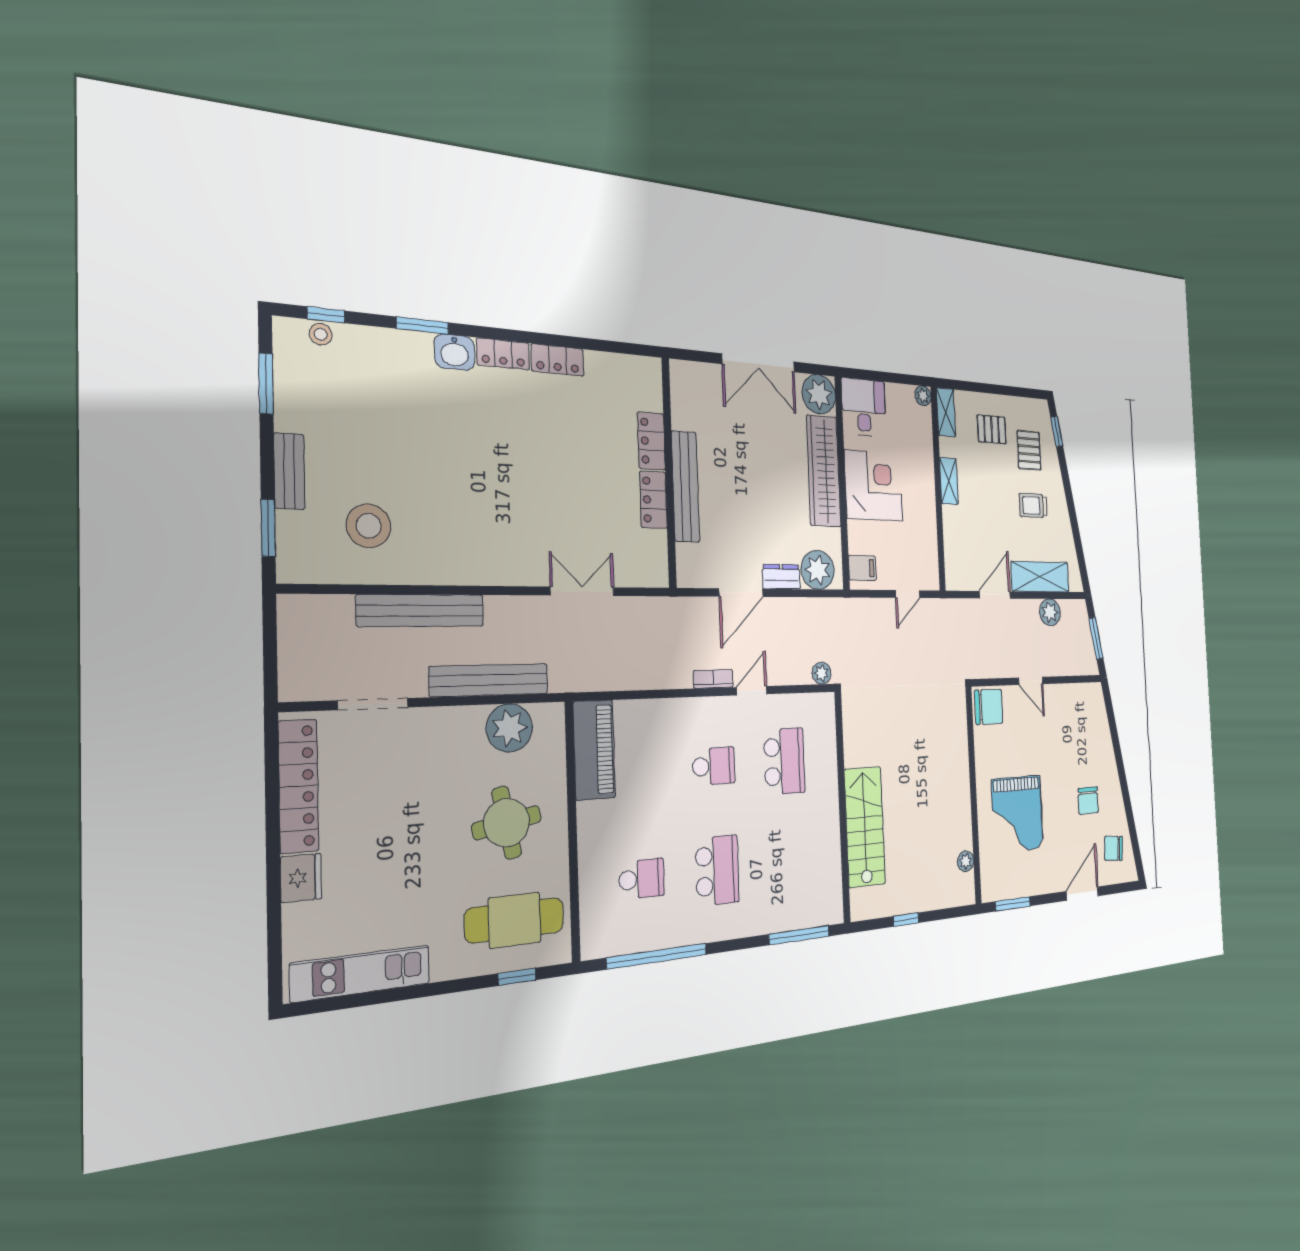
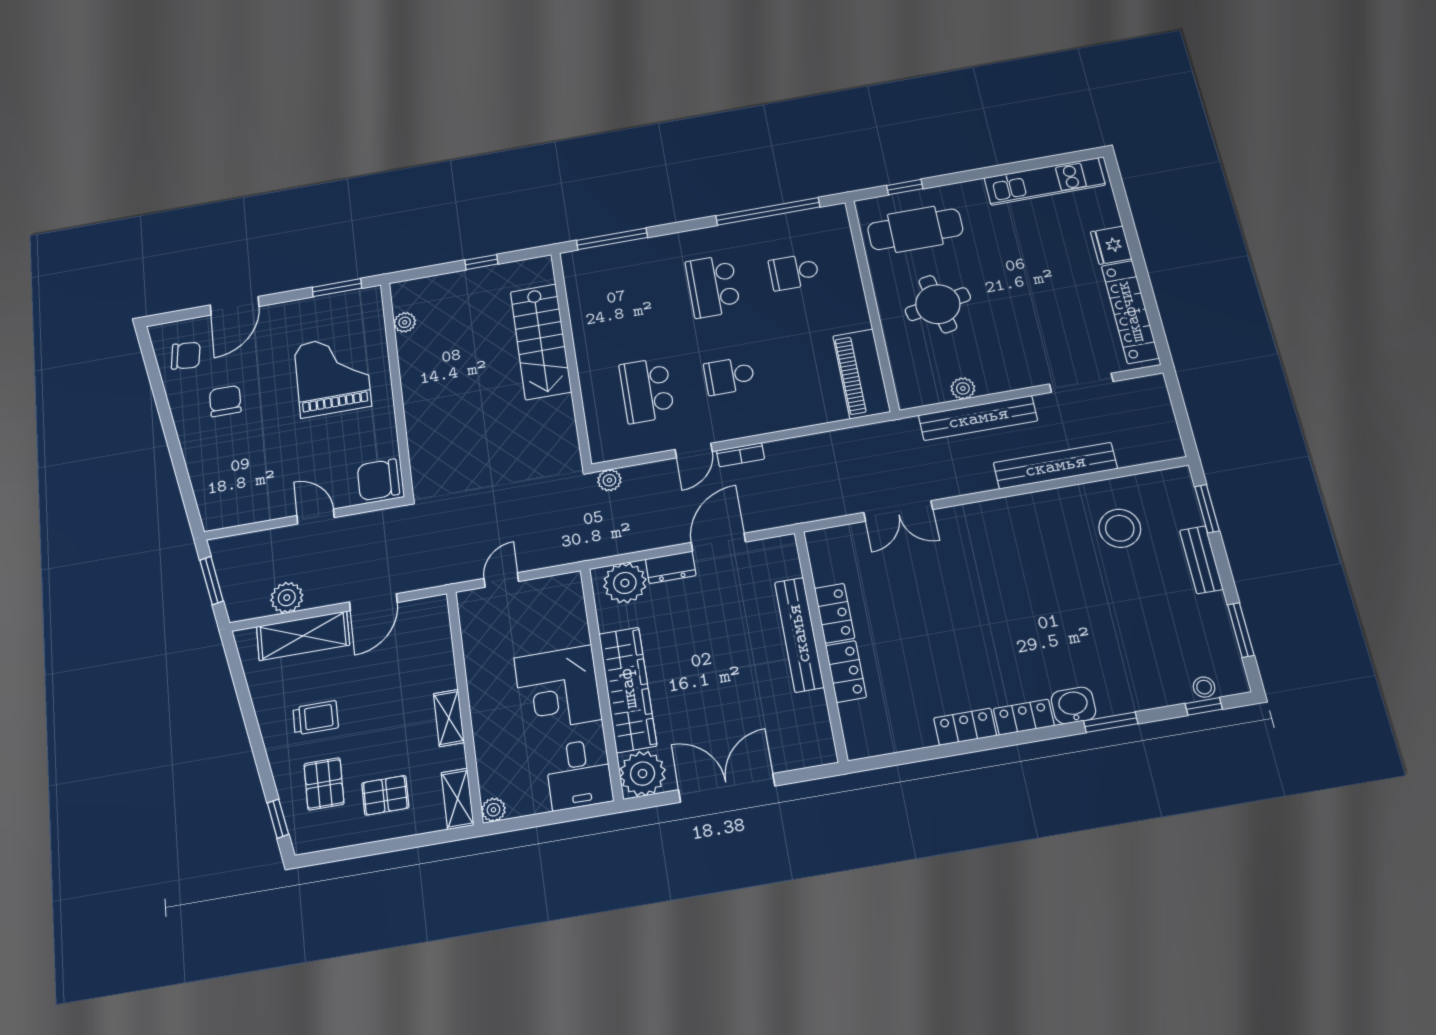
filing cabinet: (862, 568) -> (566, 596), removed
plant: (509, 728) -> (963, 388), width x0.53, depth x0.53

